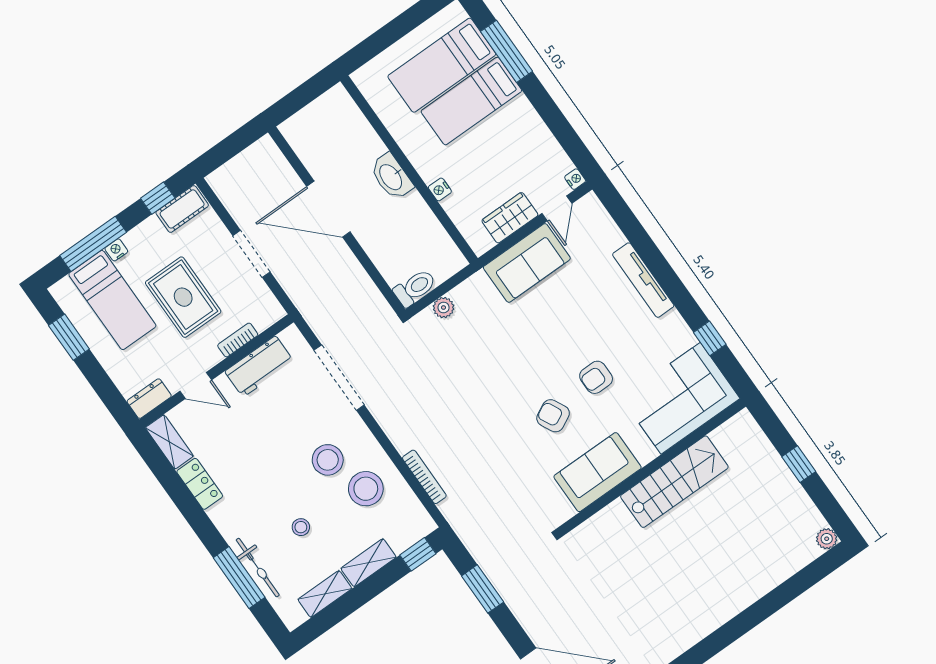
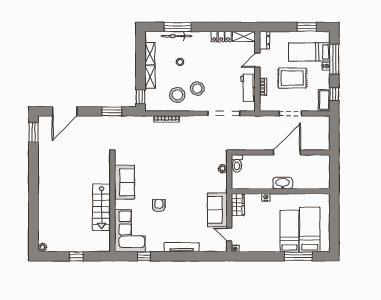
wardrobe: (510, 218) -> (238, 205), moved
armchair: (553, 416) -> (156, 181), removed

